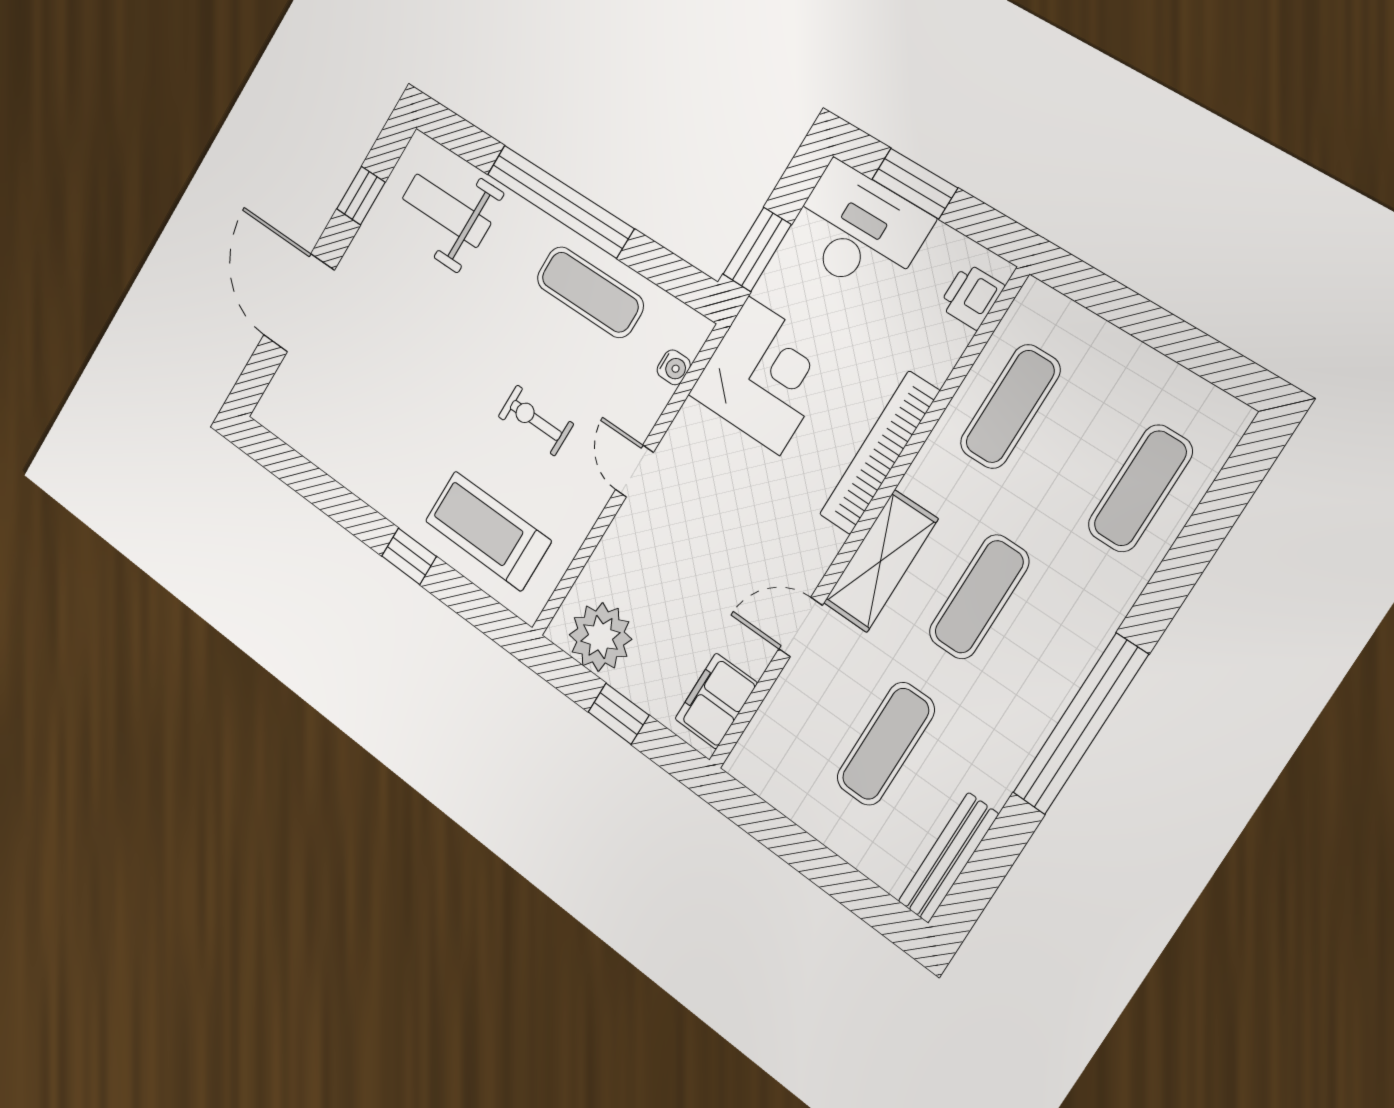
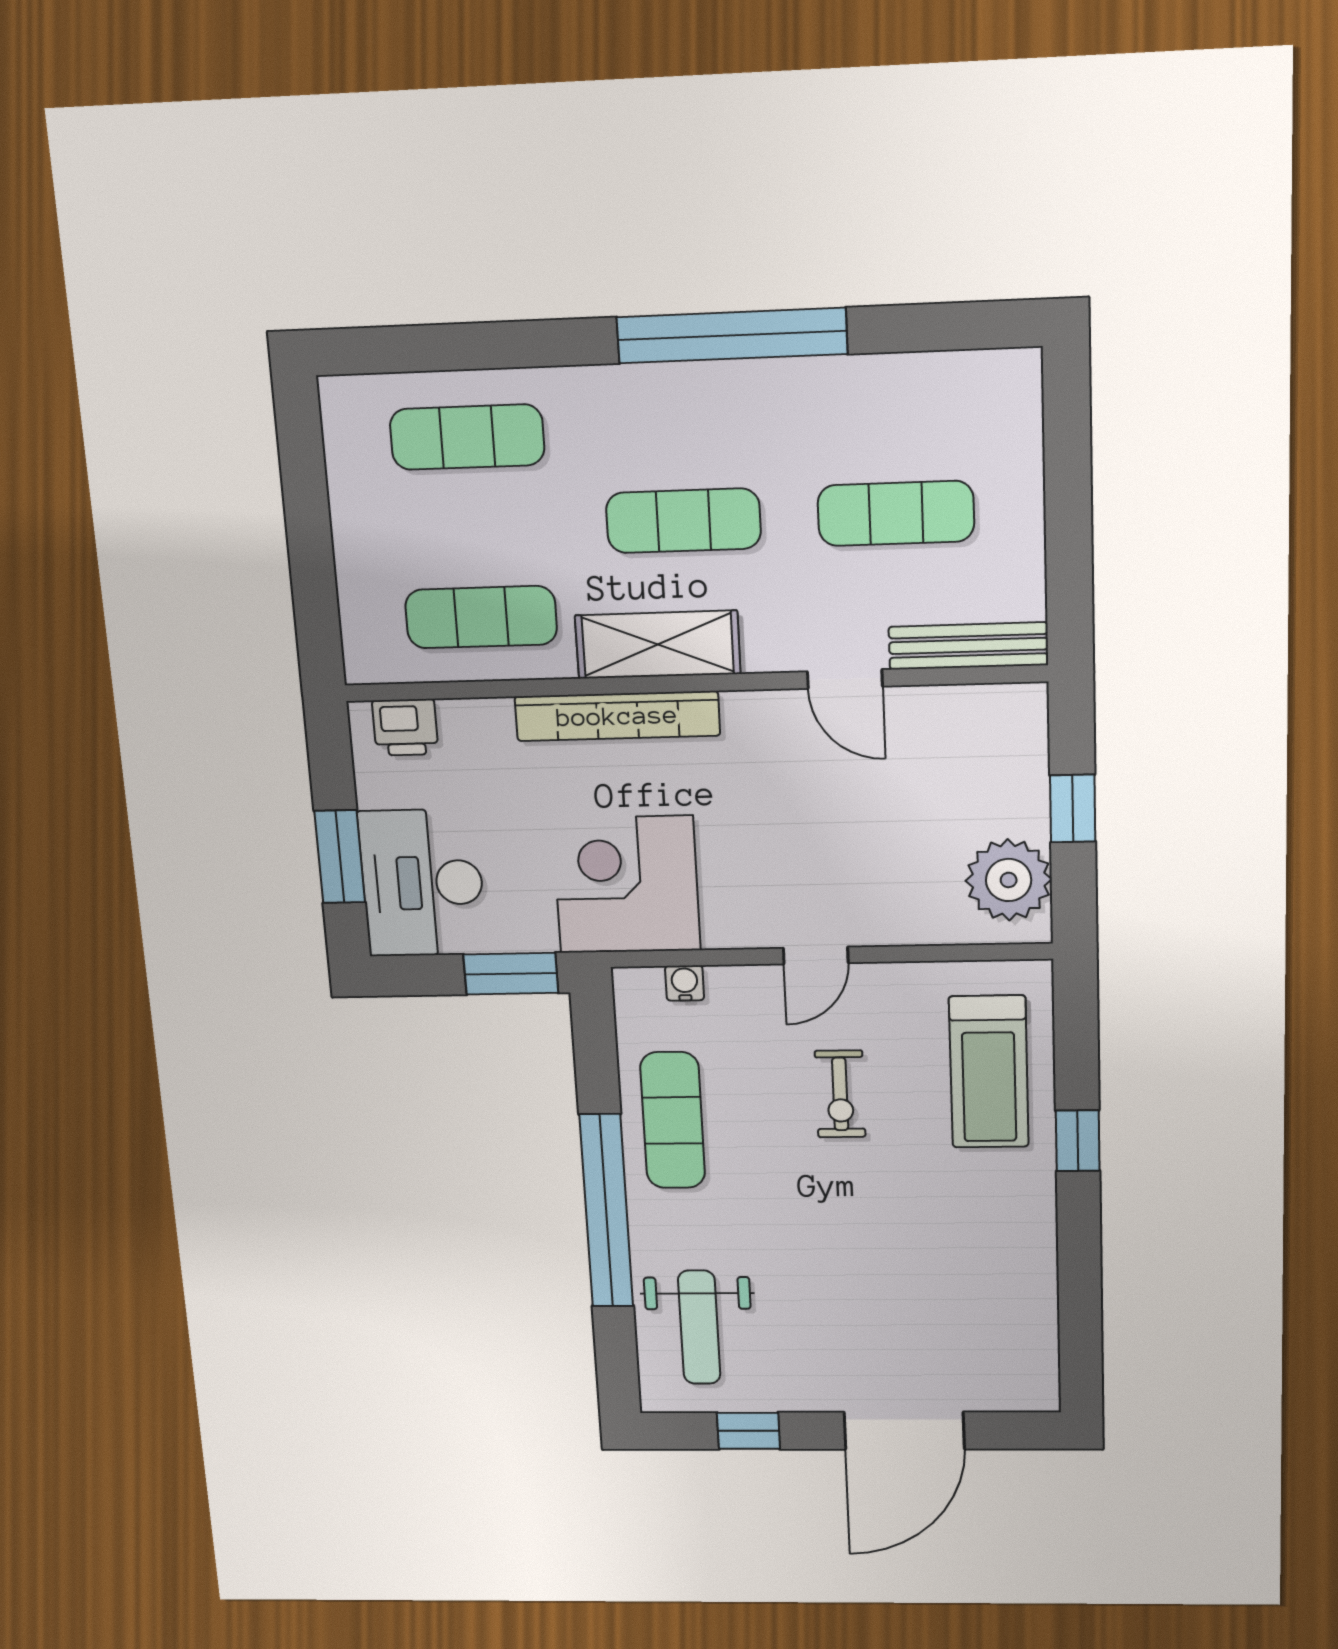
shelving: (881, 561) -> (658, 645), moved
filing cabinet: (716, 701) -> (983, 715), removed
bench: (948, 858) -> (968, 646), moved

